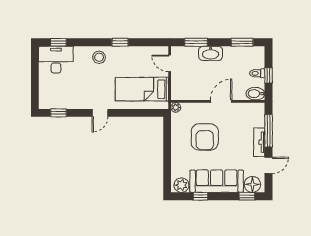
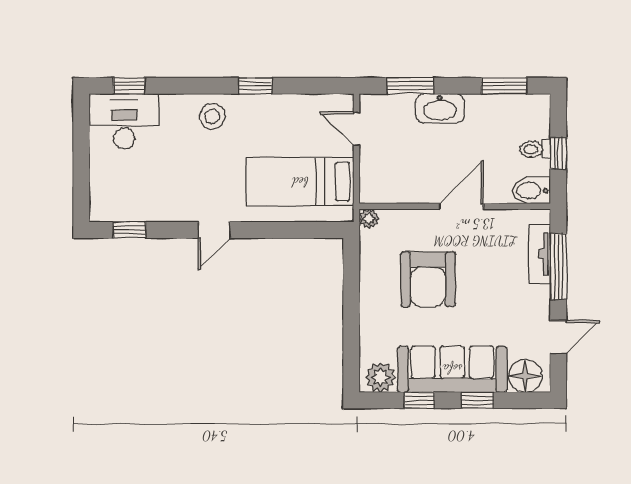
tv unit: (259, 142) -> (539, 254), moved
window: (247, 196) -> (478, 400), moved

